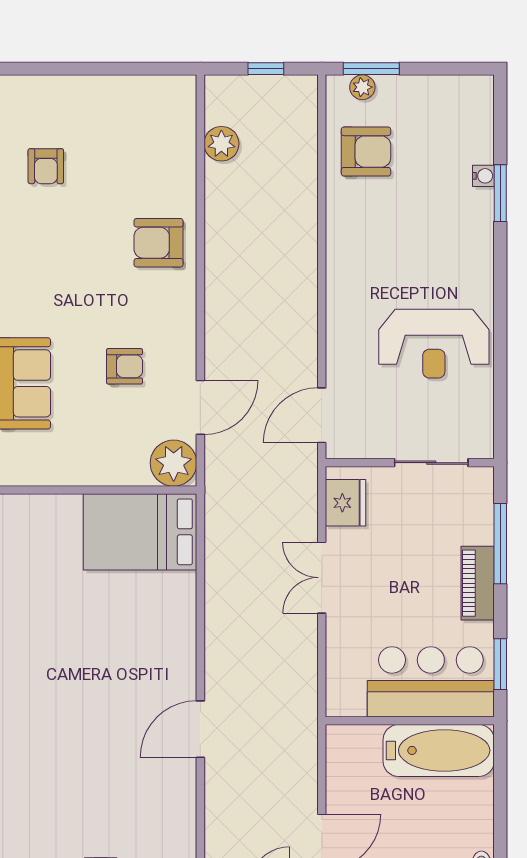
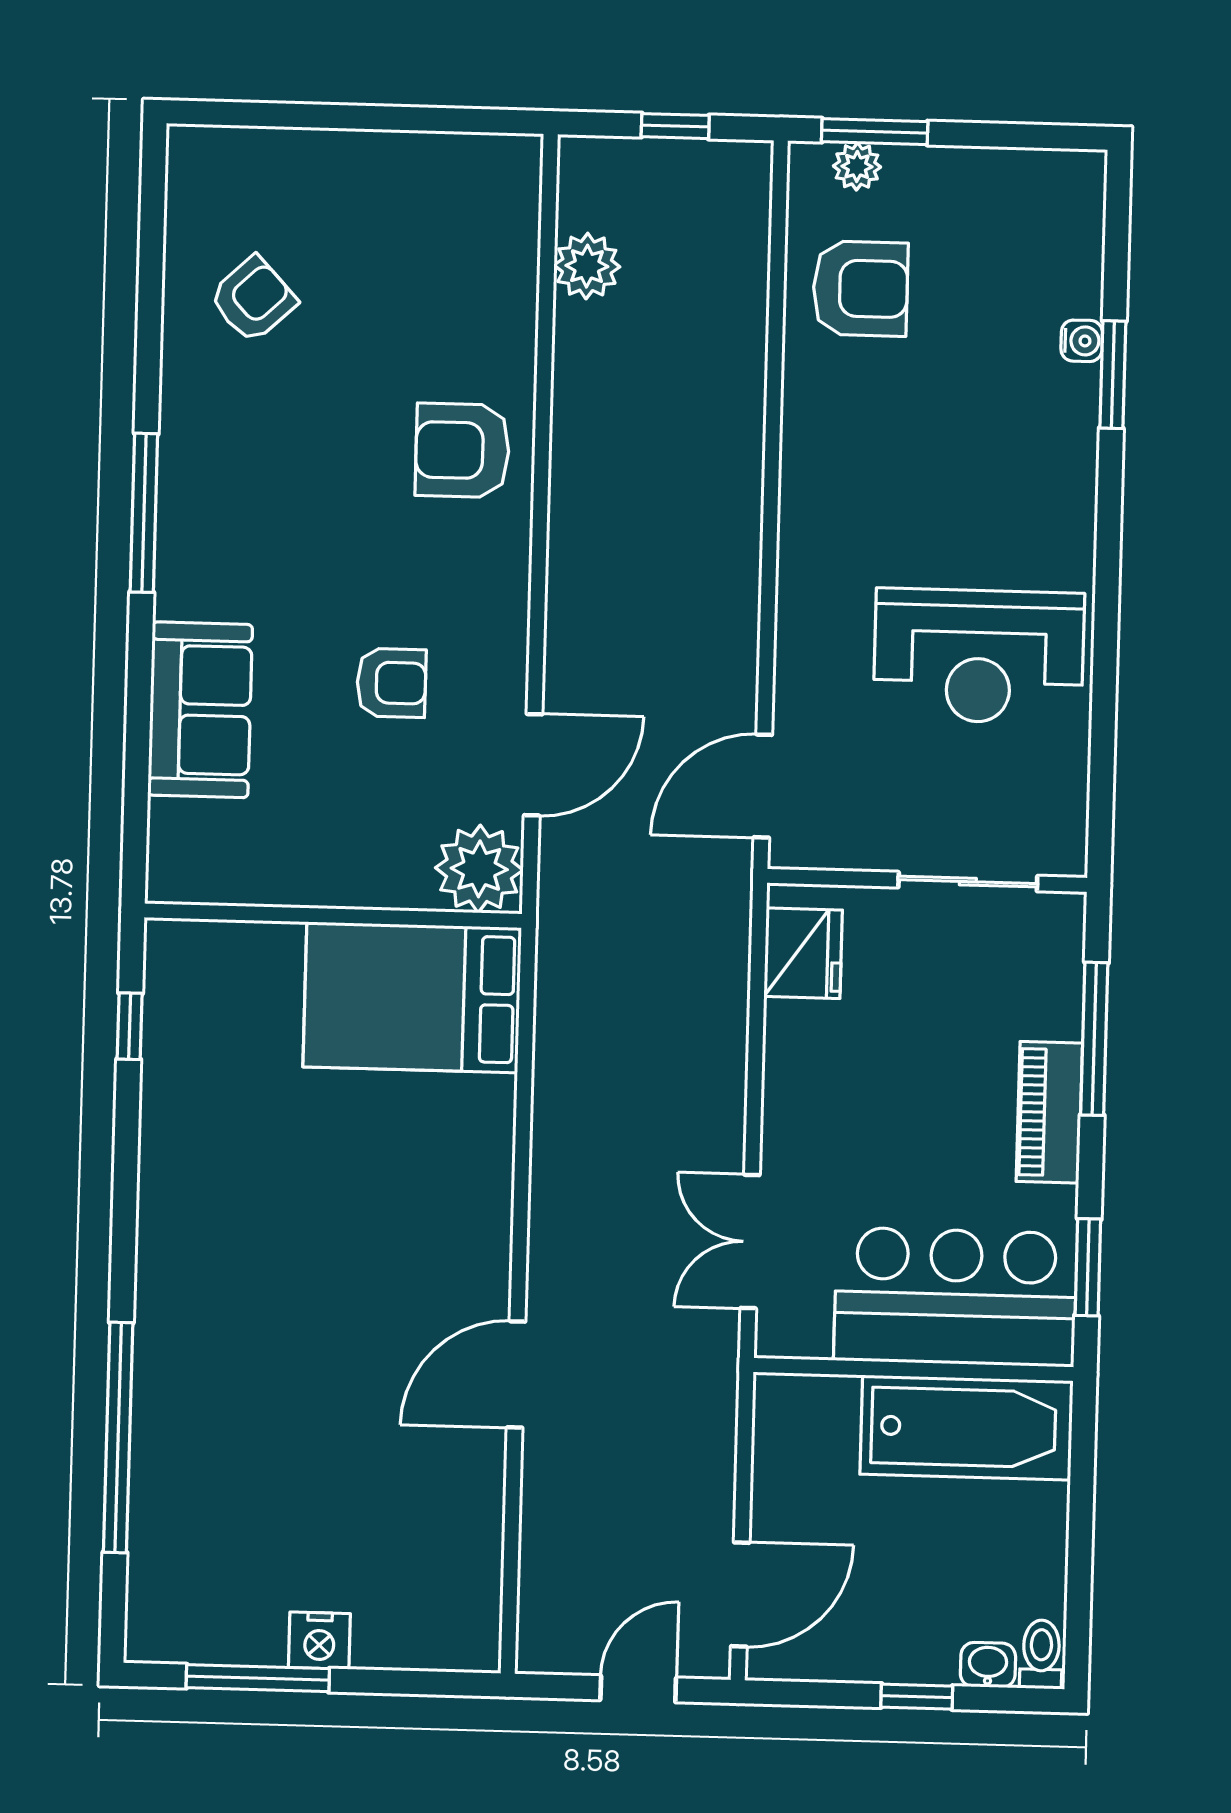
armchair: (46, 166) -> (253, 299), turned -133
double door: (322, 578) -> (750, 1241), moved

